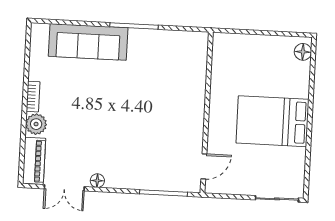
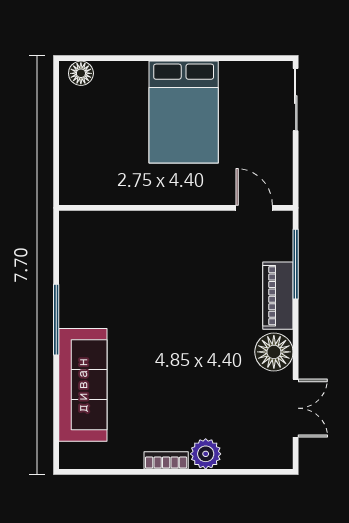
piano: (34, 161) -> (278, 296), moved, turned -90
floor lamp: (97, 181) -> (274, 352), width x1.89, depth x1.89

